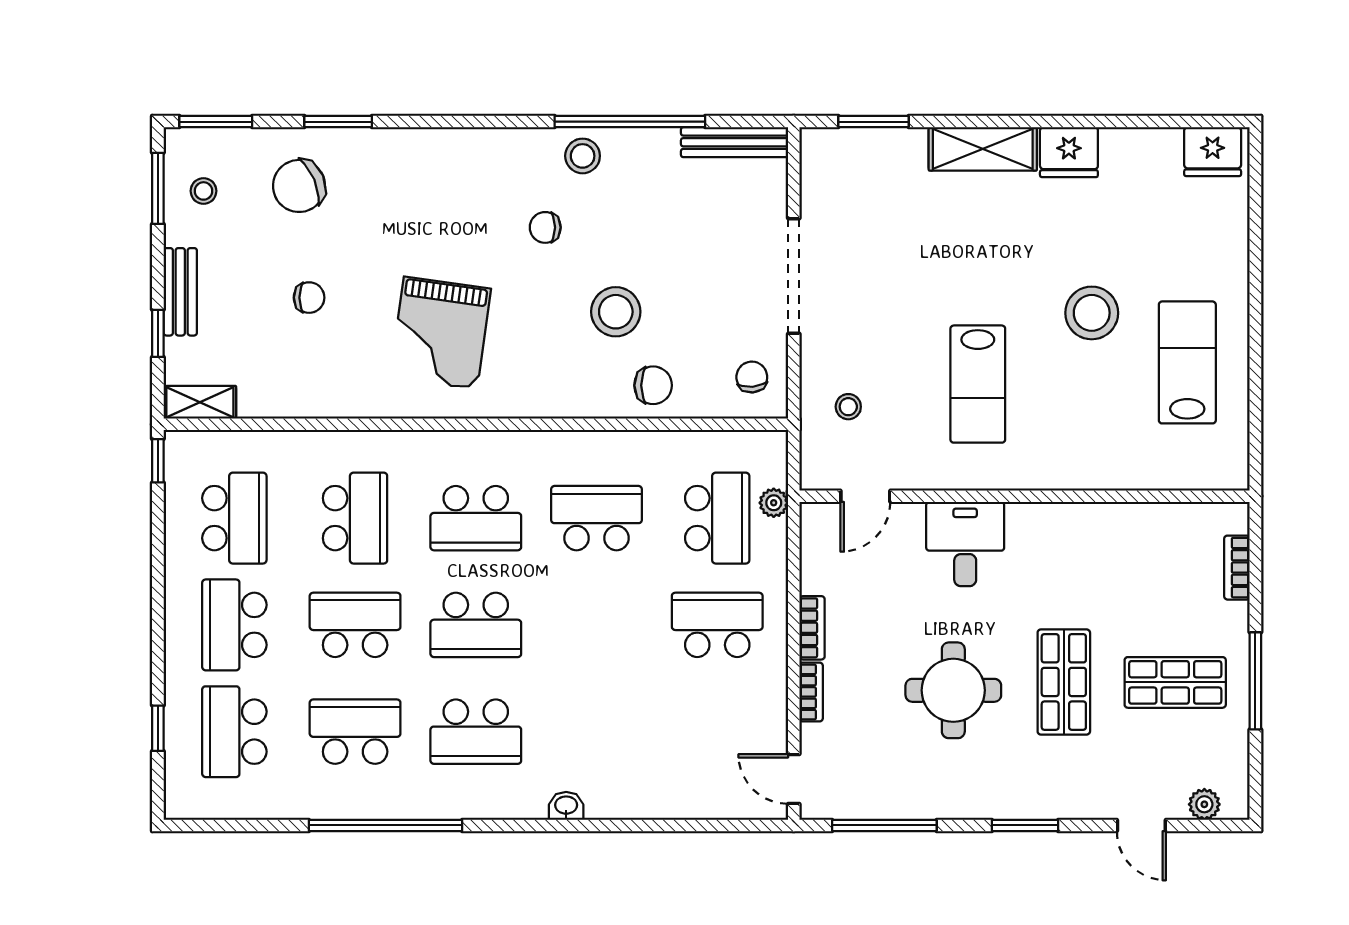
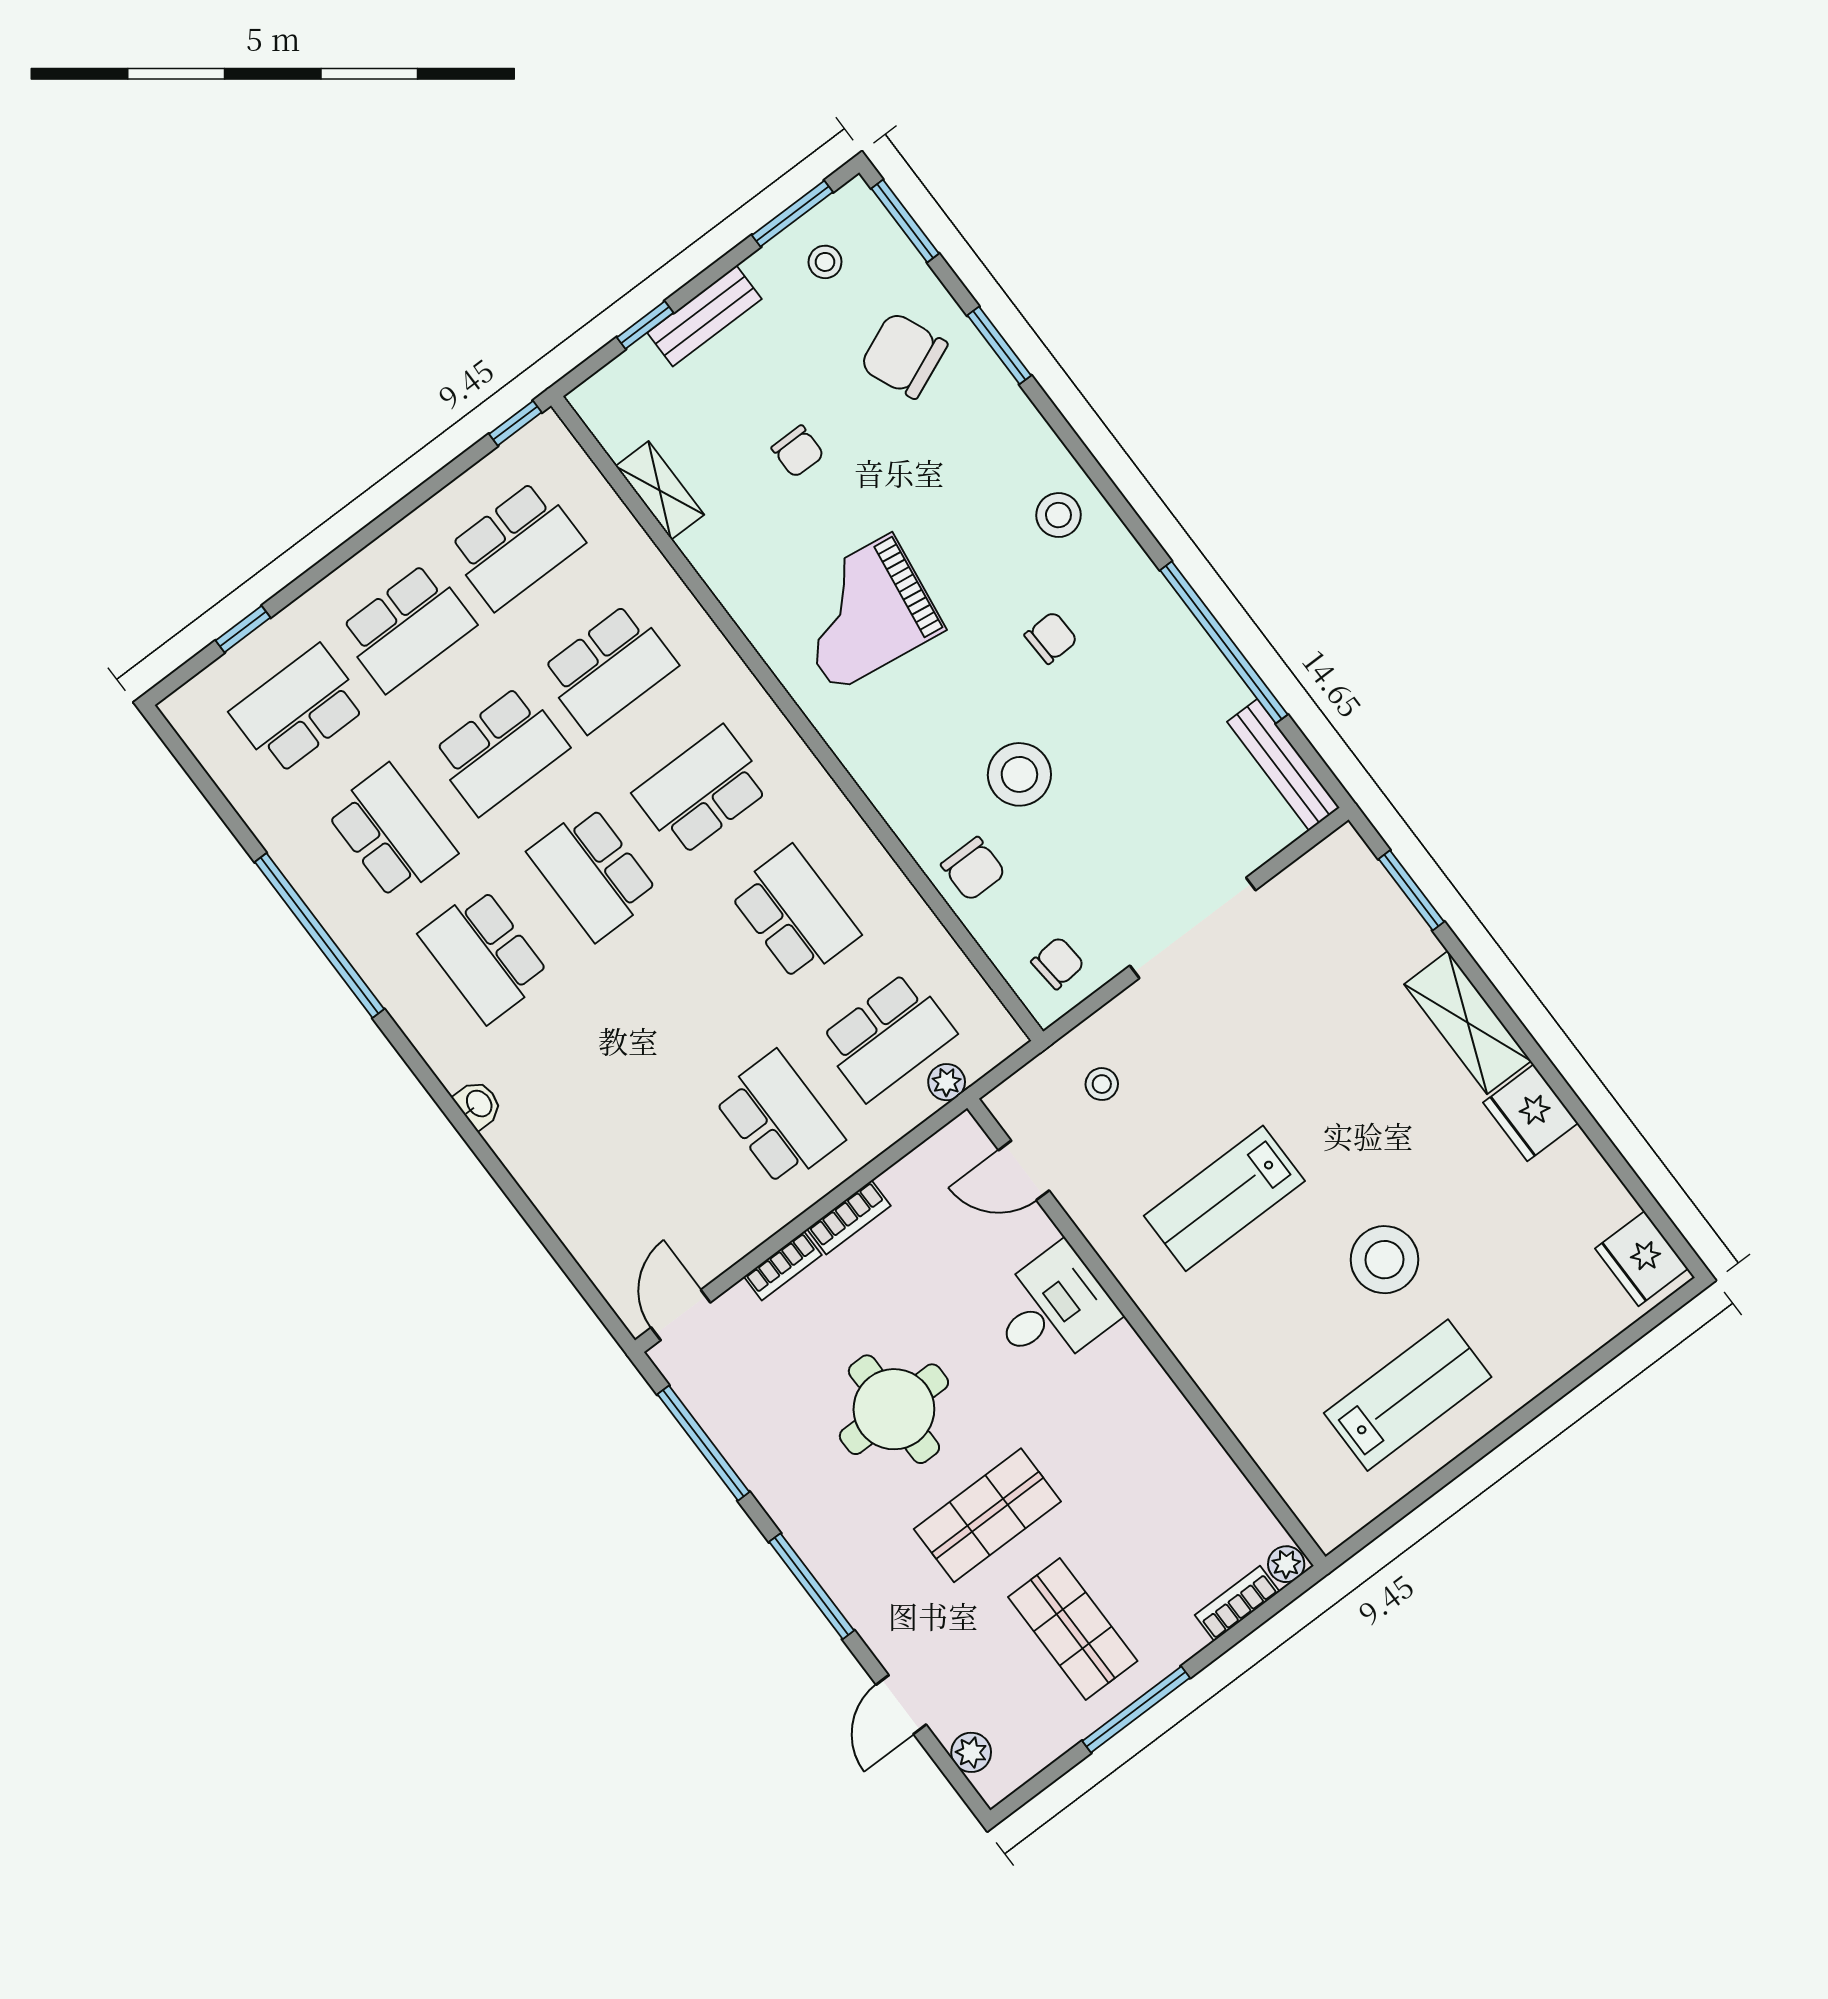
stool: (583, 156) -> (1058, 515), moved
chair: (545, 227) -> (1051, 638), turned 88
shelving: (200, 402) -> (660, 490), moved
school desk: (476, 518) -> (702, 791), turned 90
plant: (1236, 518) -> (1286, 1564), added
school desk: (234, 625) -> (407, 627), turned 180
school desk: (355, 625) -> (500, 750), turned 90
window: (1025, 825) -> (812, 1586), width x1.44

